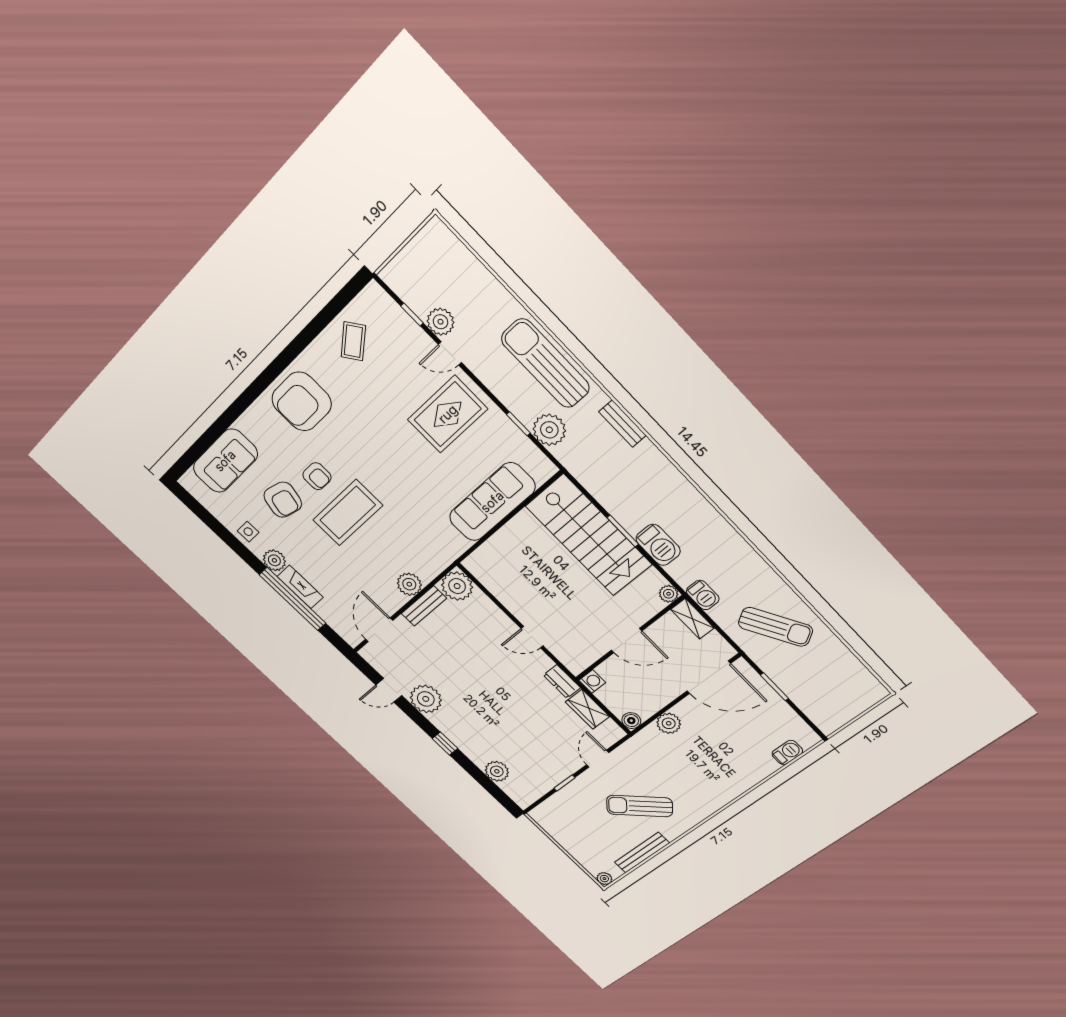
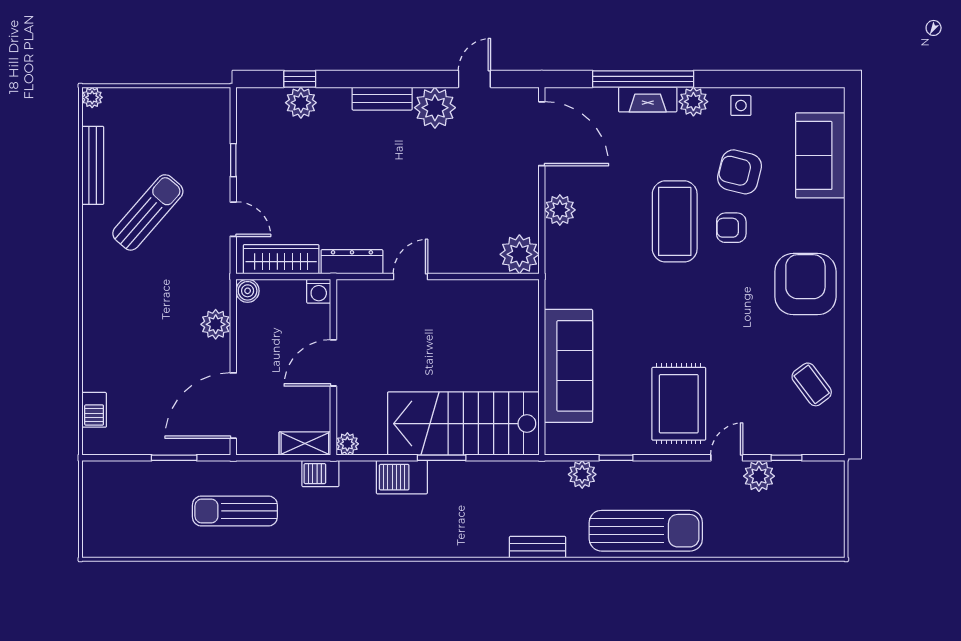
plant: (549, 430) -> (582, 474), width x0.73, depth x0.73
bench: (424, 606) -> (382, 99), moved, turned 90
sun lounger: (775, 627) -> (235, 511), turned 31
door: (379, 630) -> (542, 134), width x1.36
dresser: (562, 682) -> (352, 262), width x1.44
wardrobe: (587, 709) -> (281, 259), width x1.50
window: (445, 744) -> (300, 79), moved

